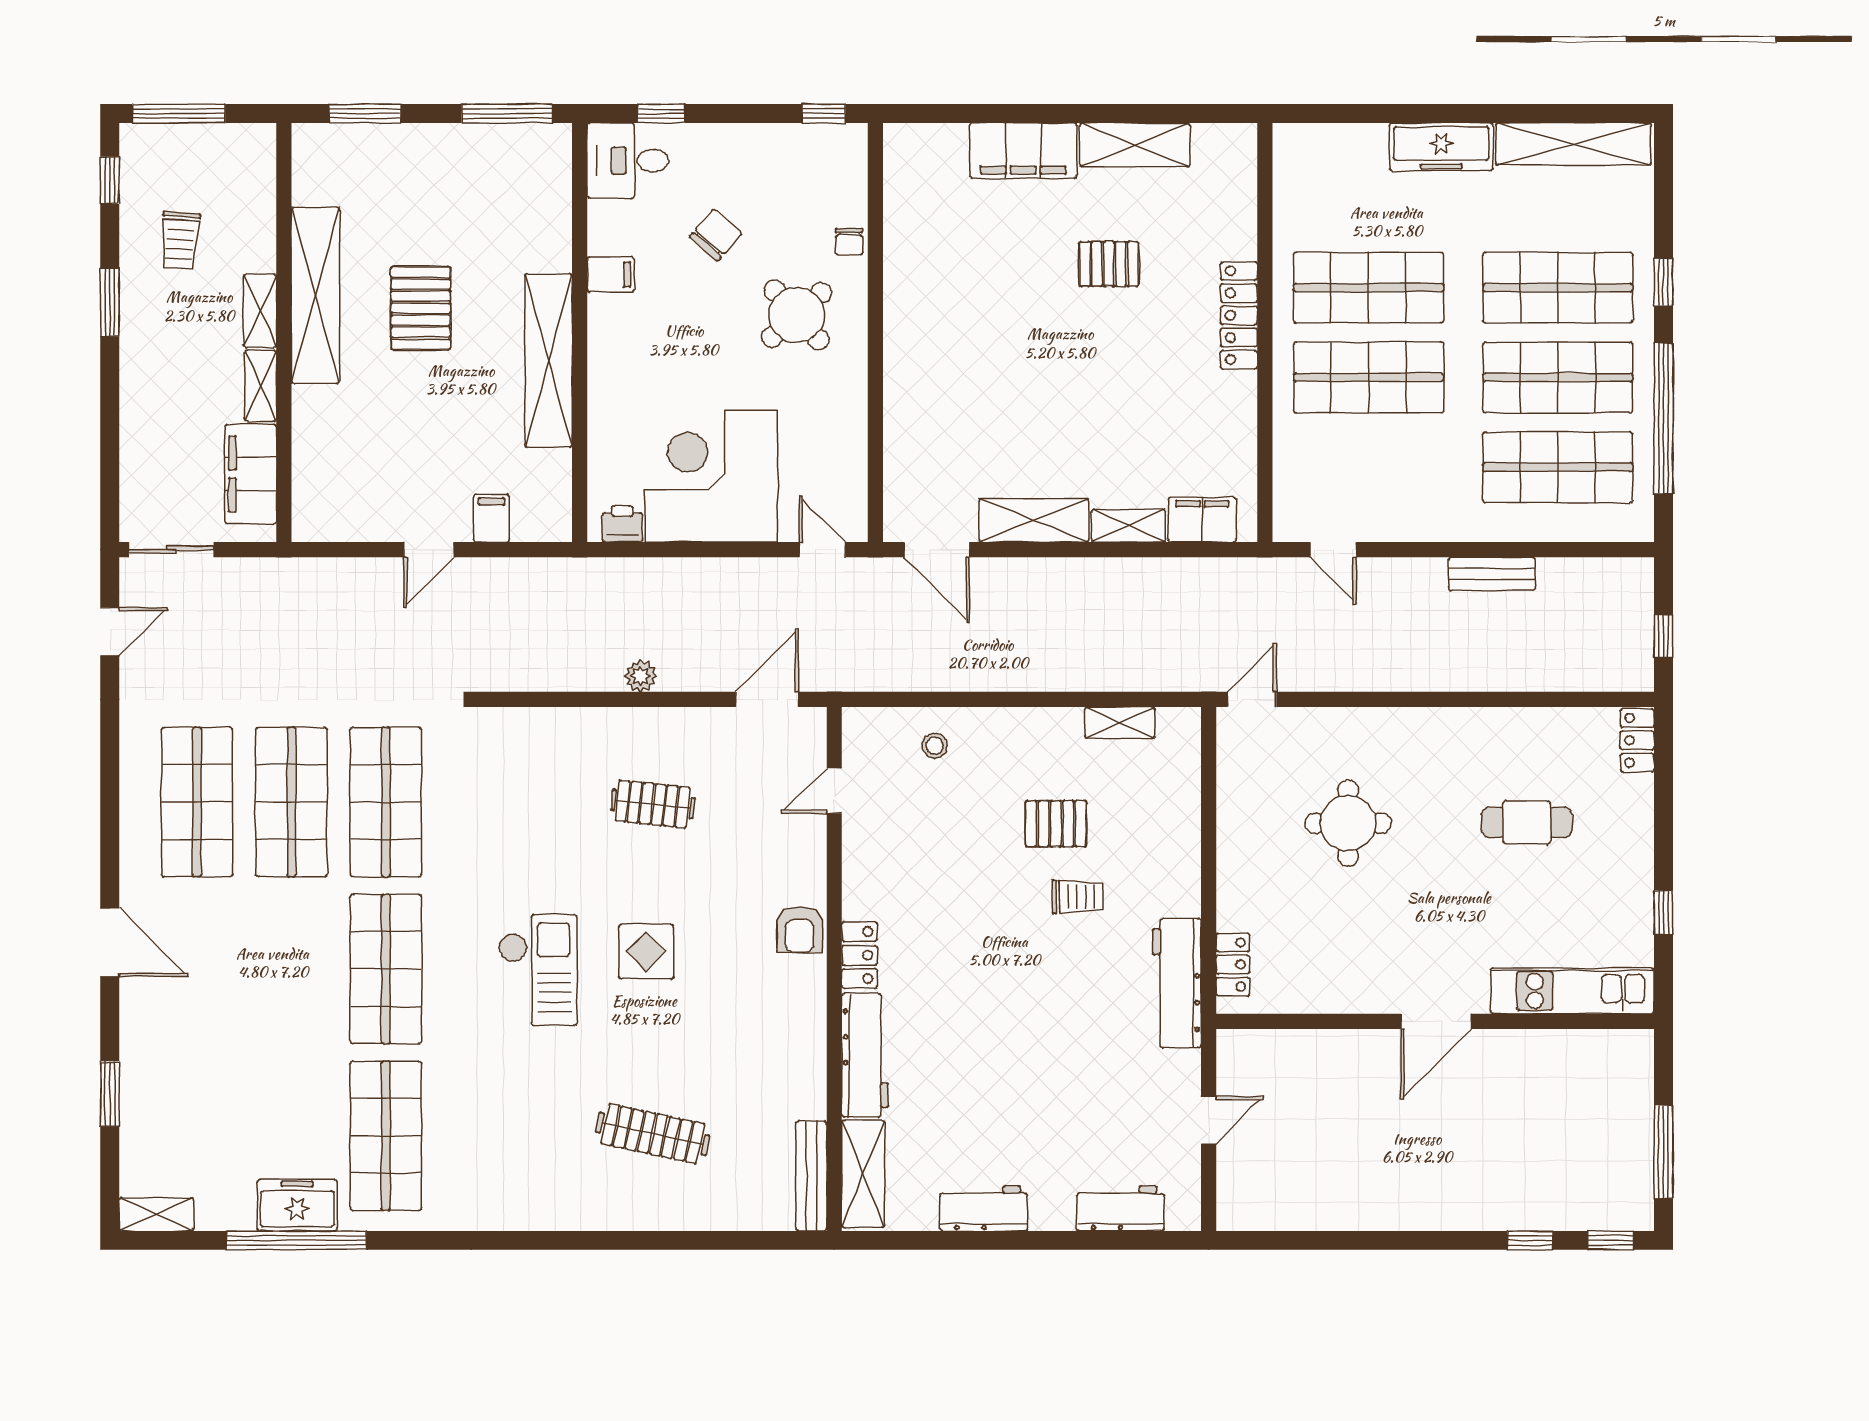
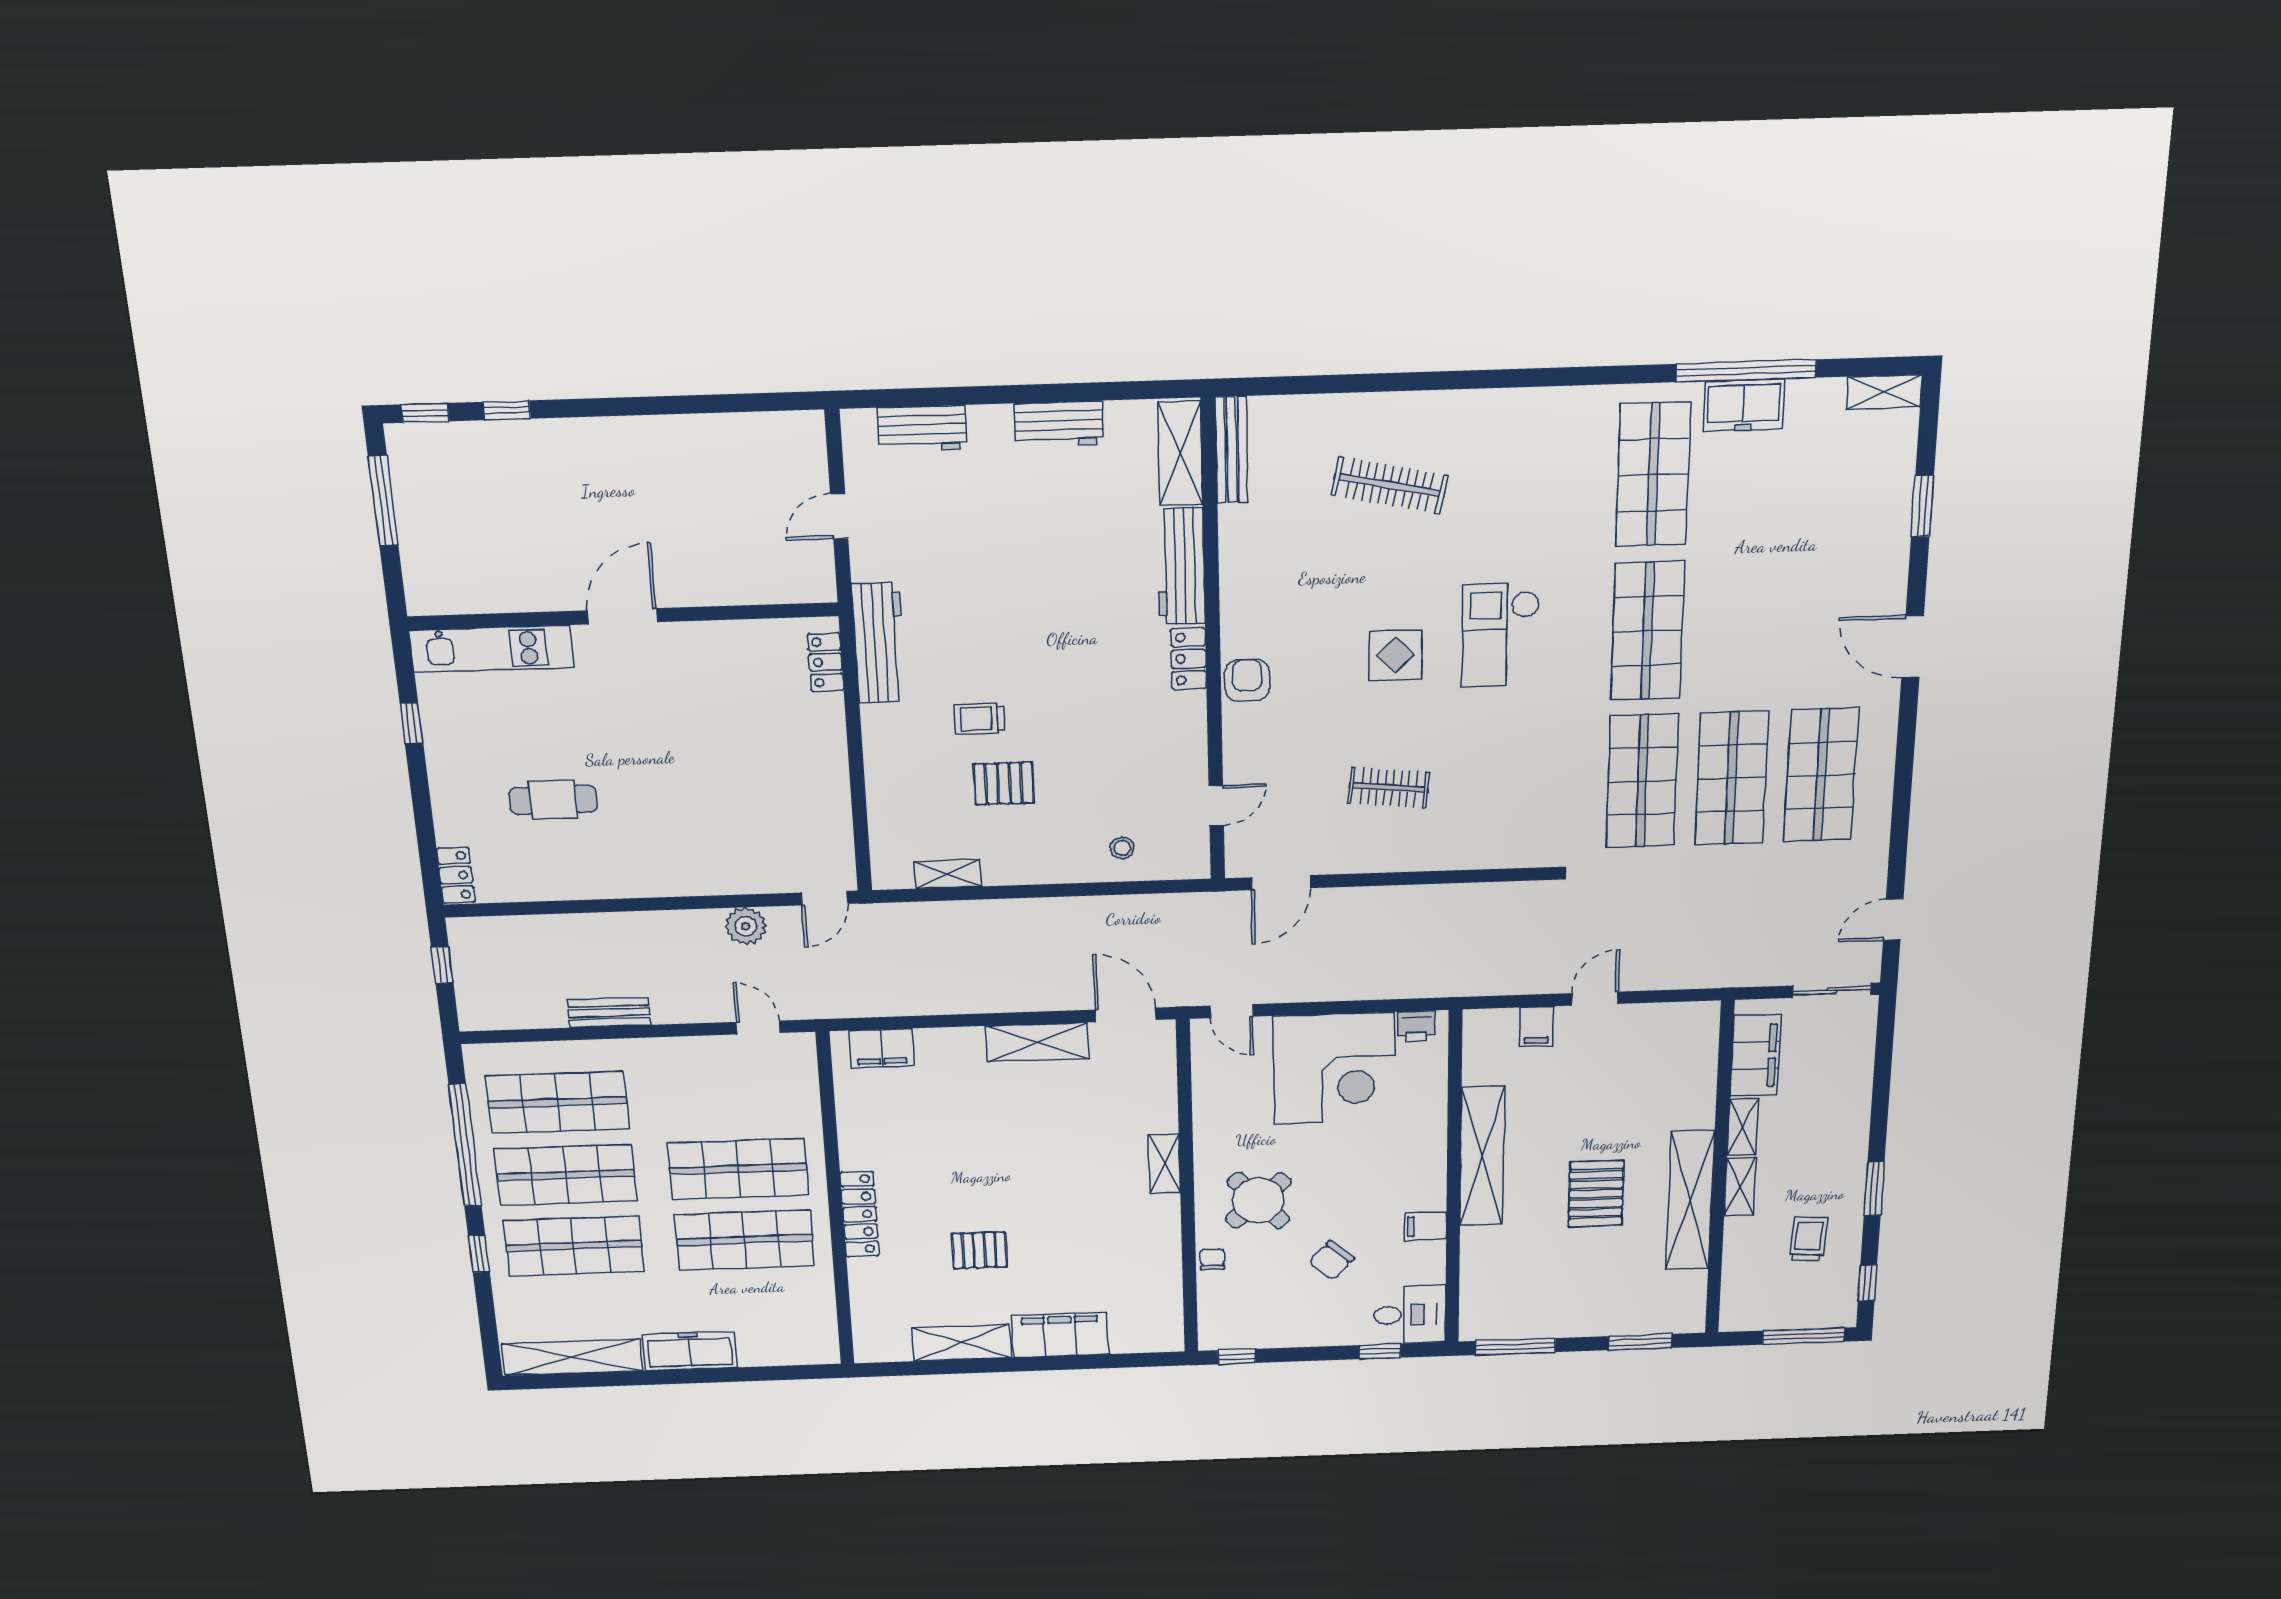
shelving: (1128, 526) -> (1165, 1164), moved, turned 90
plant: (641, 676) -> (746, 926), moved, width x1.38, depth x1.38
round table: (1348, 823) -> (724, 793), removed

